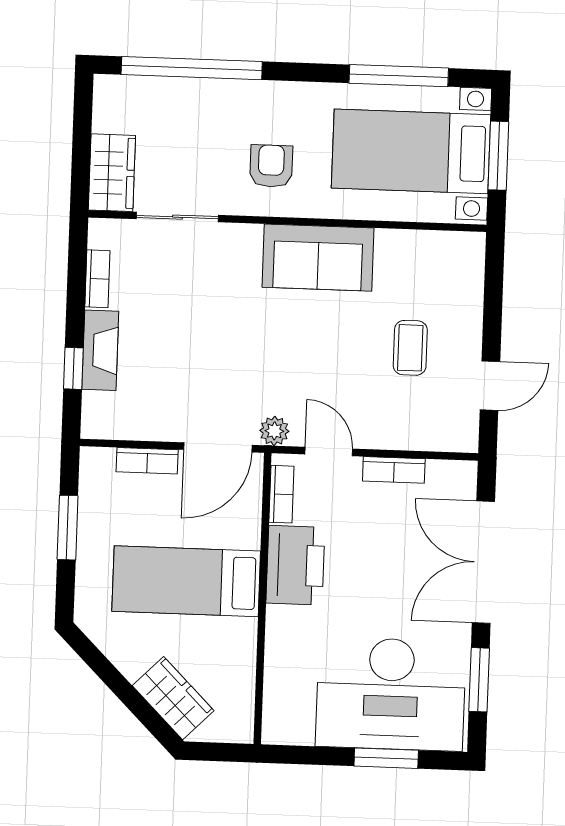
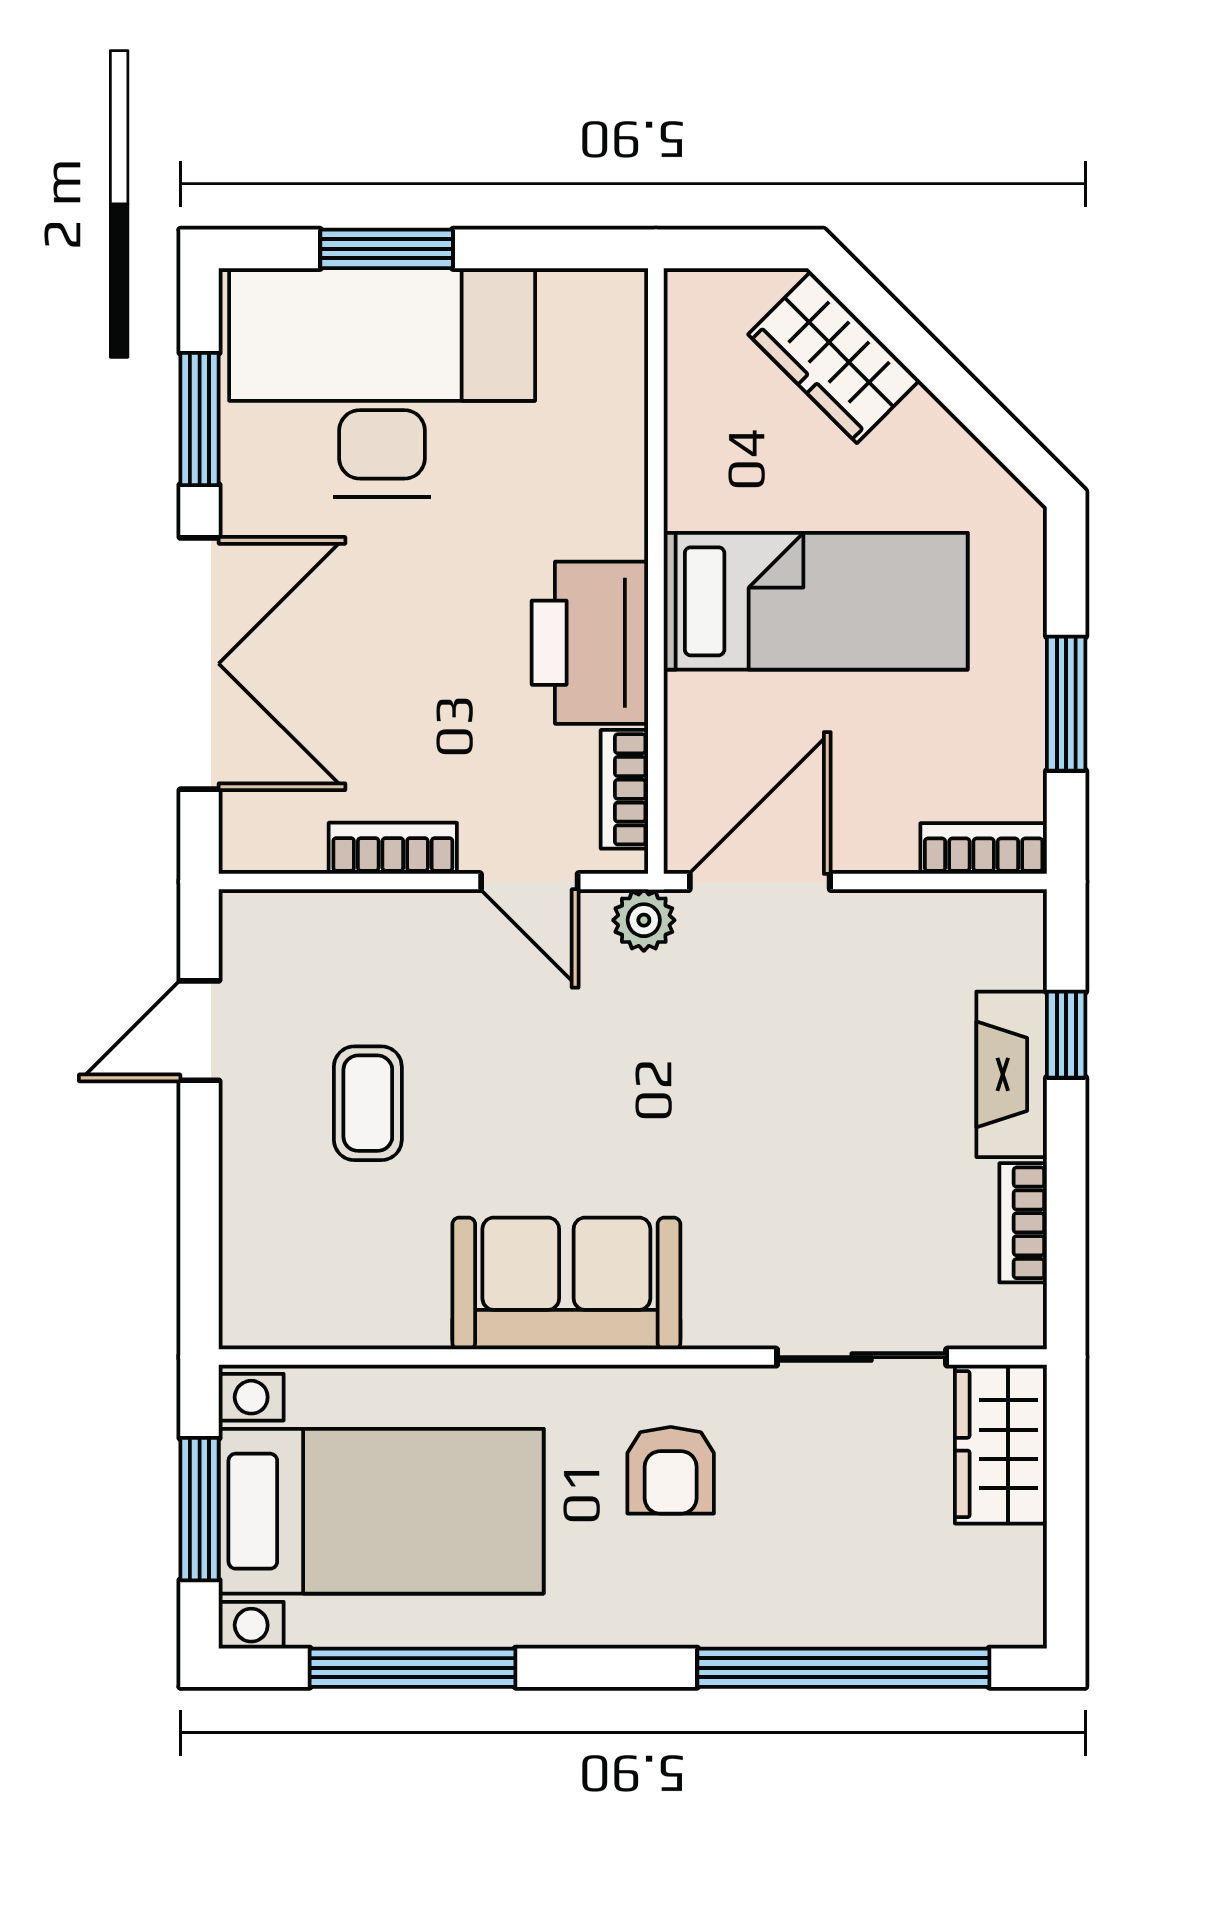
bookcase: (147, 461) -> (984, 849), moved

